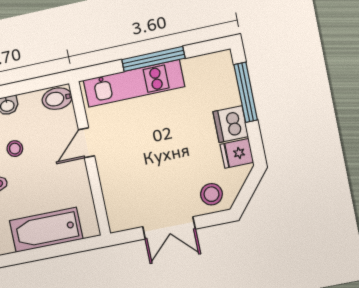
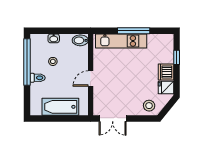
window: (246, 92) -> (177, 57), width x0.46
door: (86, 143) -> (91, 78), moved
double door: (169, 228) -> (113, 118), moved

